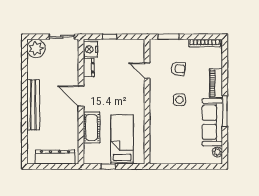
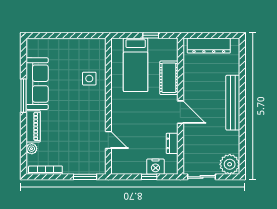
nightstand: (90, 49) -> (155, 167), moved, turned 90
armchair: (178, 69) -> (74, 142), removed
side table: (179, 100) -> (89, 79), moved
plant: (217, 152) -> (32, 149), moved

